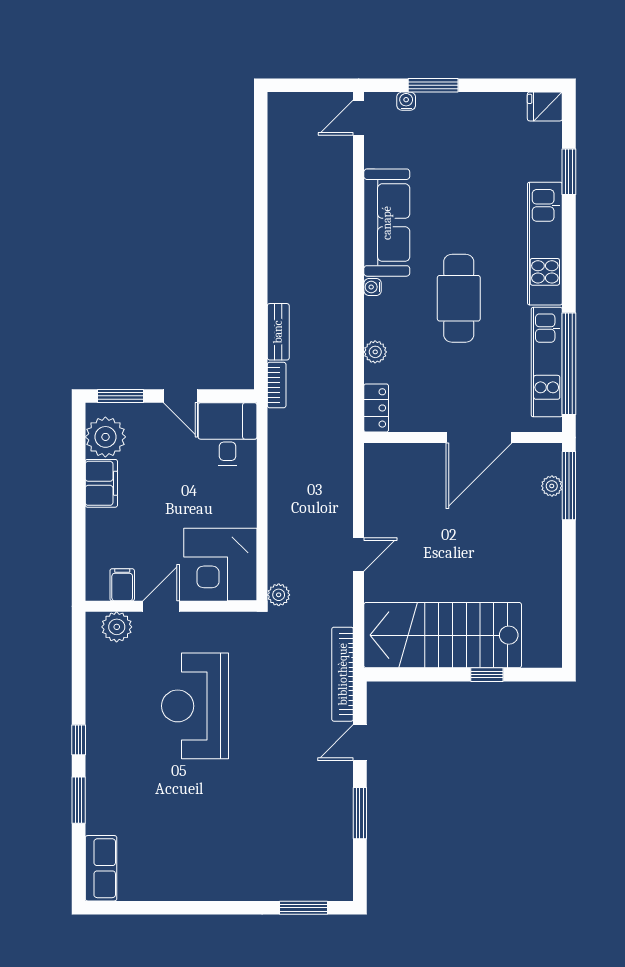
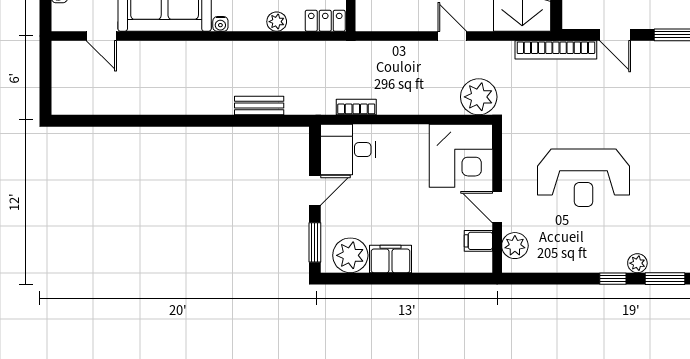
door: (359, 118) -> (101, 36), moved
bookcase: (277, 385) -> (356, 107), moved
plant: (279, 595) -> (479, 97), width x1.88, depth x1.88
plant: (96, 768) -> (637, 263), added

